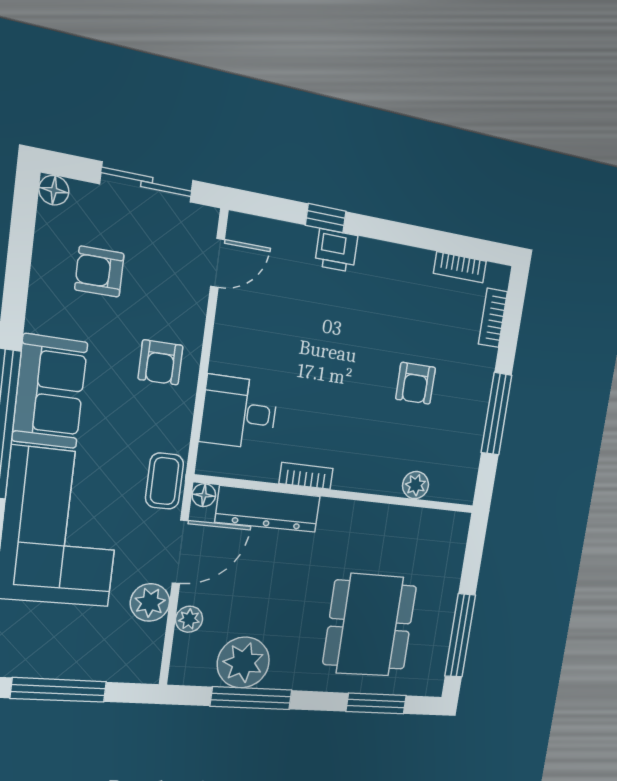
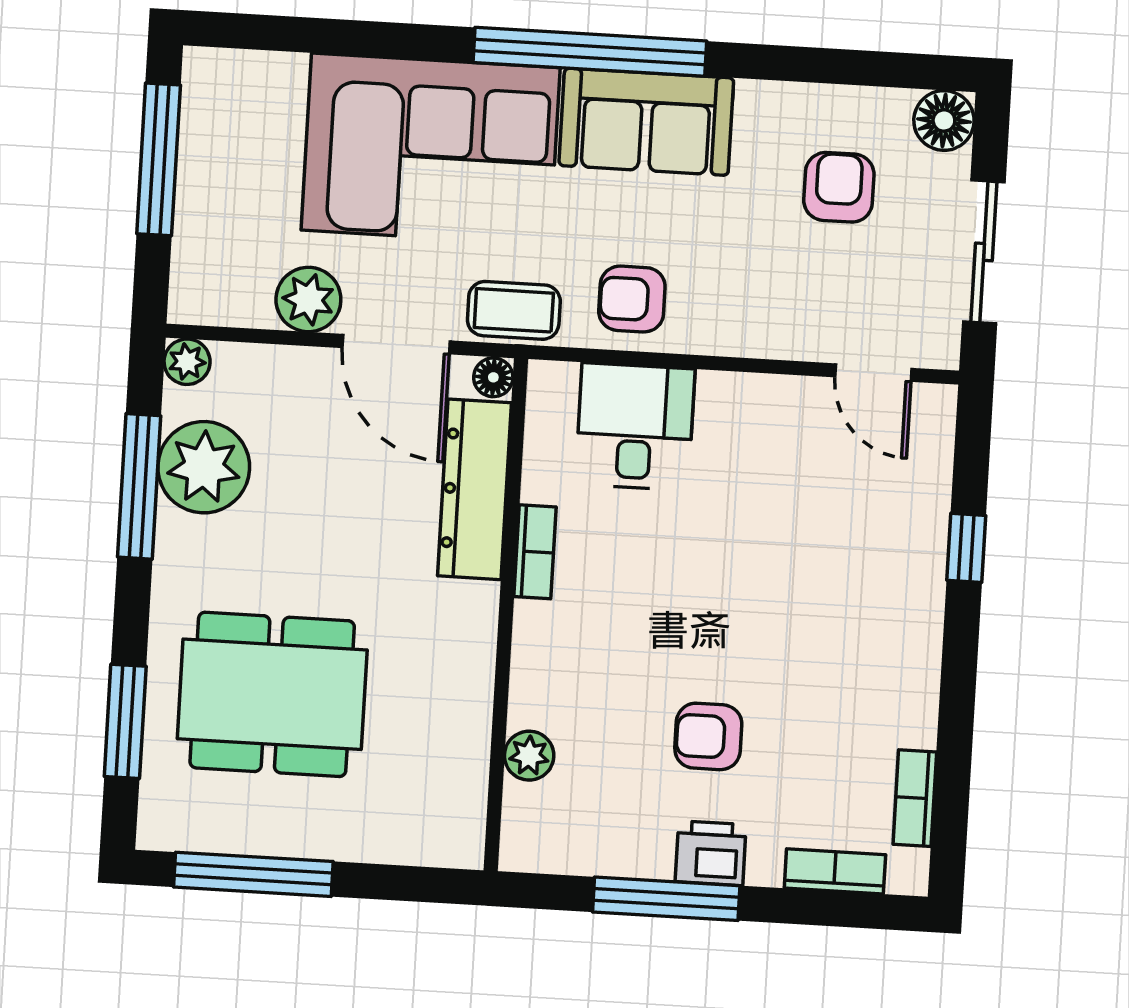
floor lamp: (54, 190) -> (944, 120), width x1.37, depth x1.37
printer: (336, 250) -> (711, 853), moved, turned 90
armchair: (160, 362) -> (632, 299), moved
plant: (189, 619) -> (187, 362), moved

